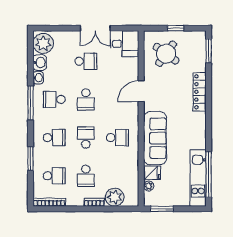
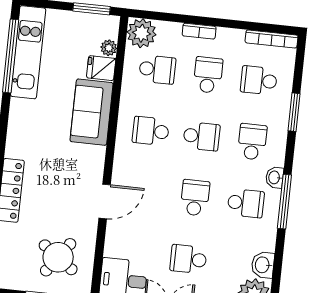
washbasin: (38, 78) -> (275, 177), moved
school desk: (54, 138) -> (252, 142), turned 90
school desk: (86, 138) -> (201, 136), turned -90
sofa: (155, 138) -> (92, 112), width x0.73
school desk: (117, 176) -> (157, 70), added
plant: (115, 197) -> (142, 33), moved

